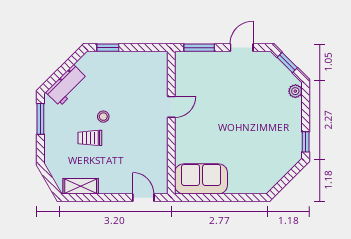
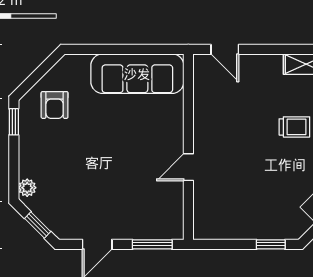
stool: (103, 117) -> (277, 155), removed
armchair: (274, 155) -> (55, 105), added
sofa: (201, 179) -> (137, 74), width x1.36

